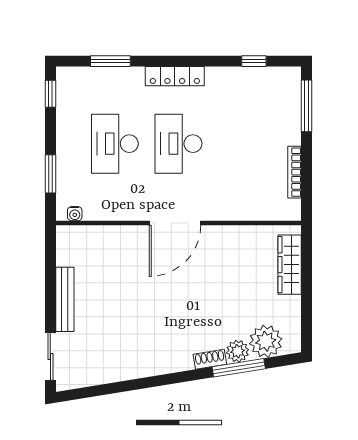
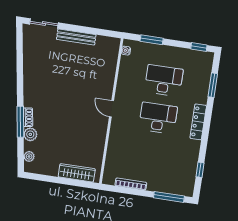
door: (175, 223) -> (112, 109), width x0.53
plant: (266, 341) -> (29, 156), width x0.53, depth x0.53
window: (239, 368) -> (20, 122), moved

